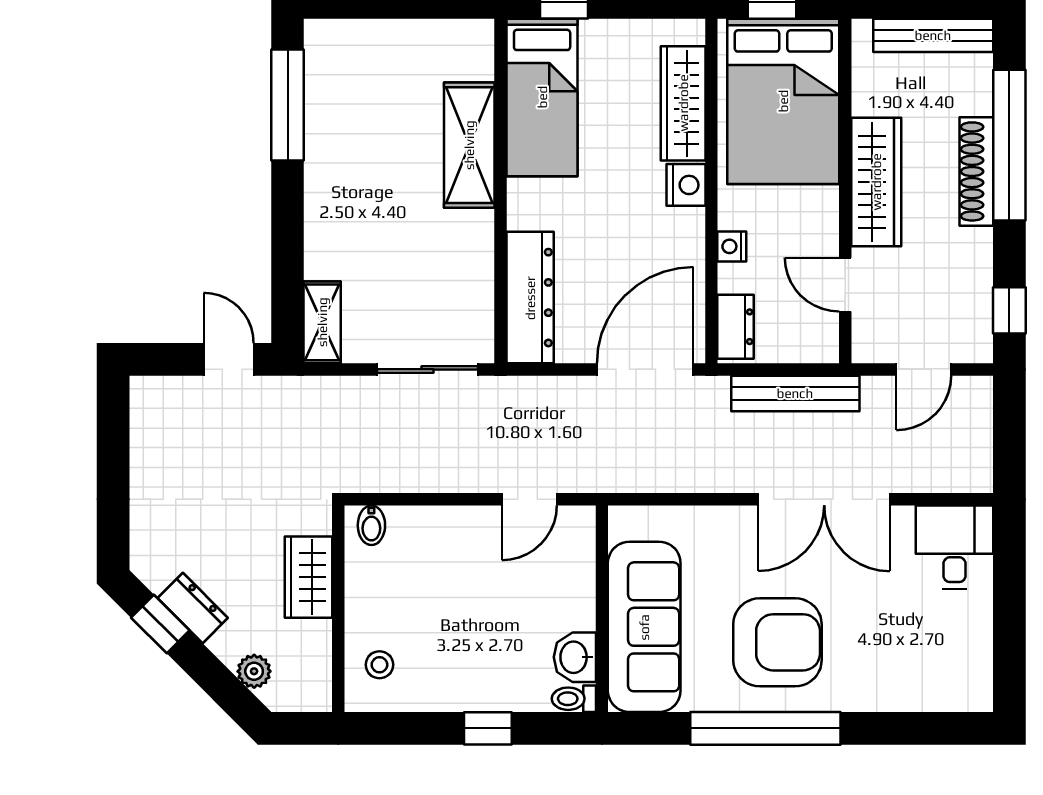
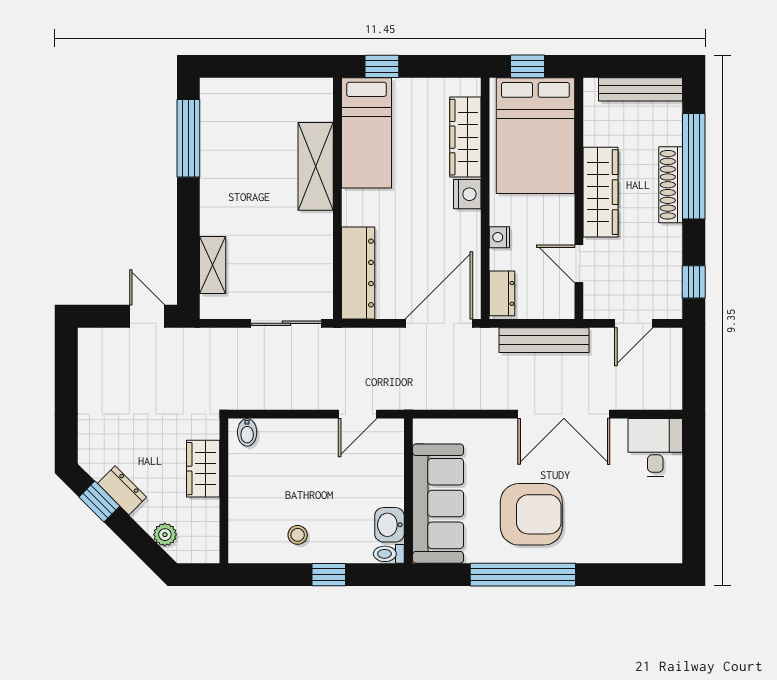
shelving: (322, 322) -> (213, 265), moved
stool: (379, 665) -> (298, 535), moved

